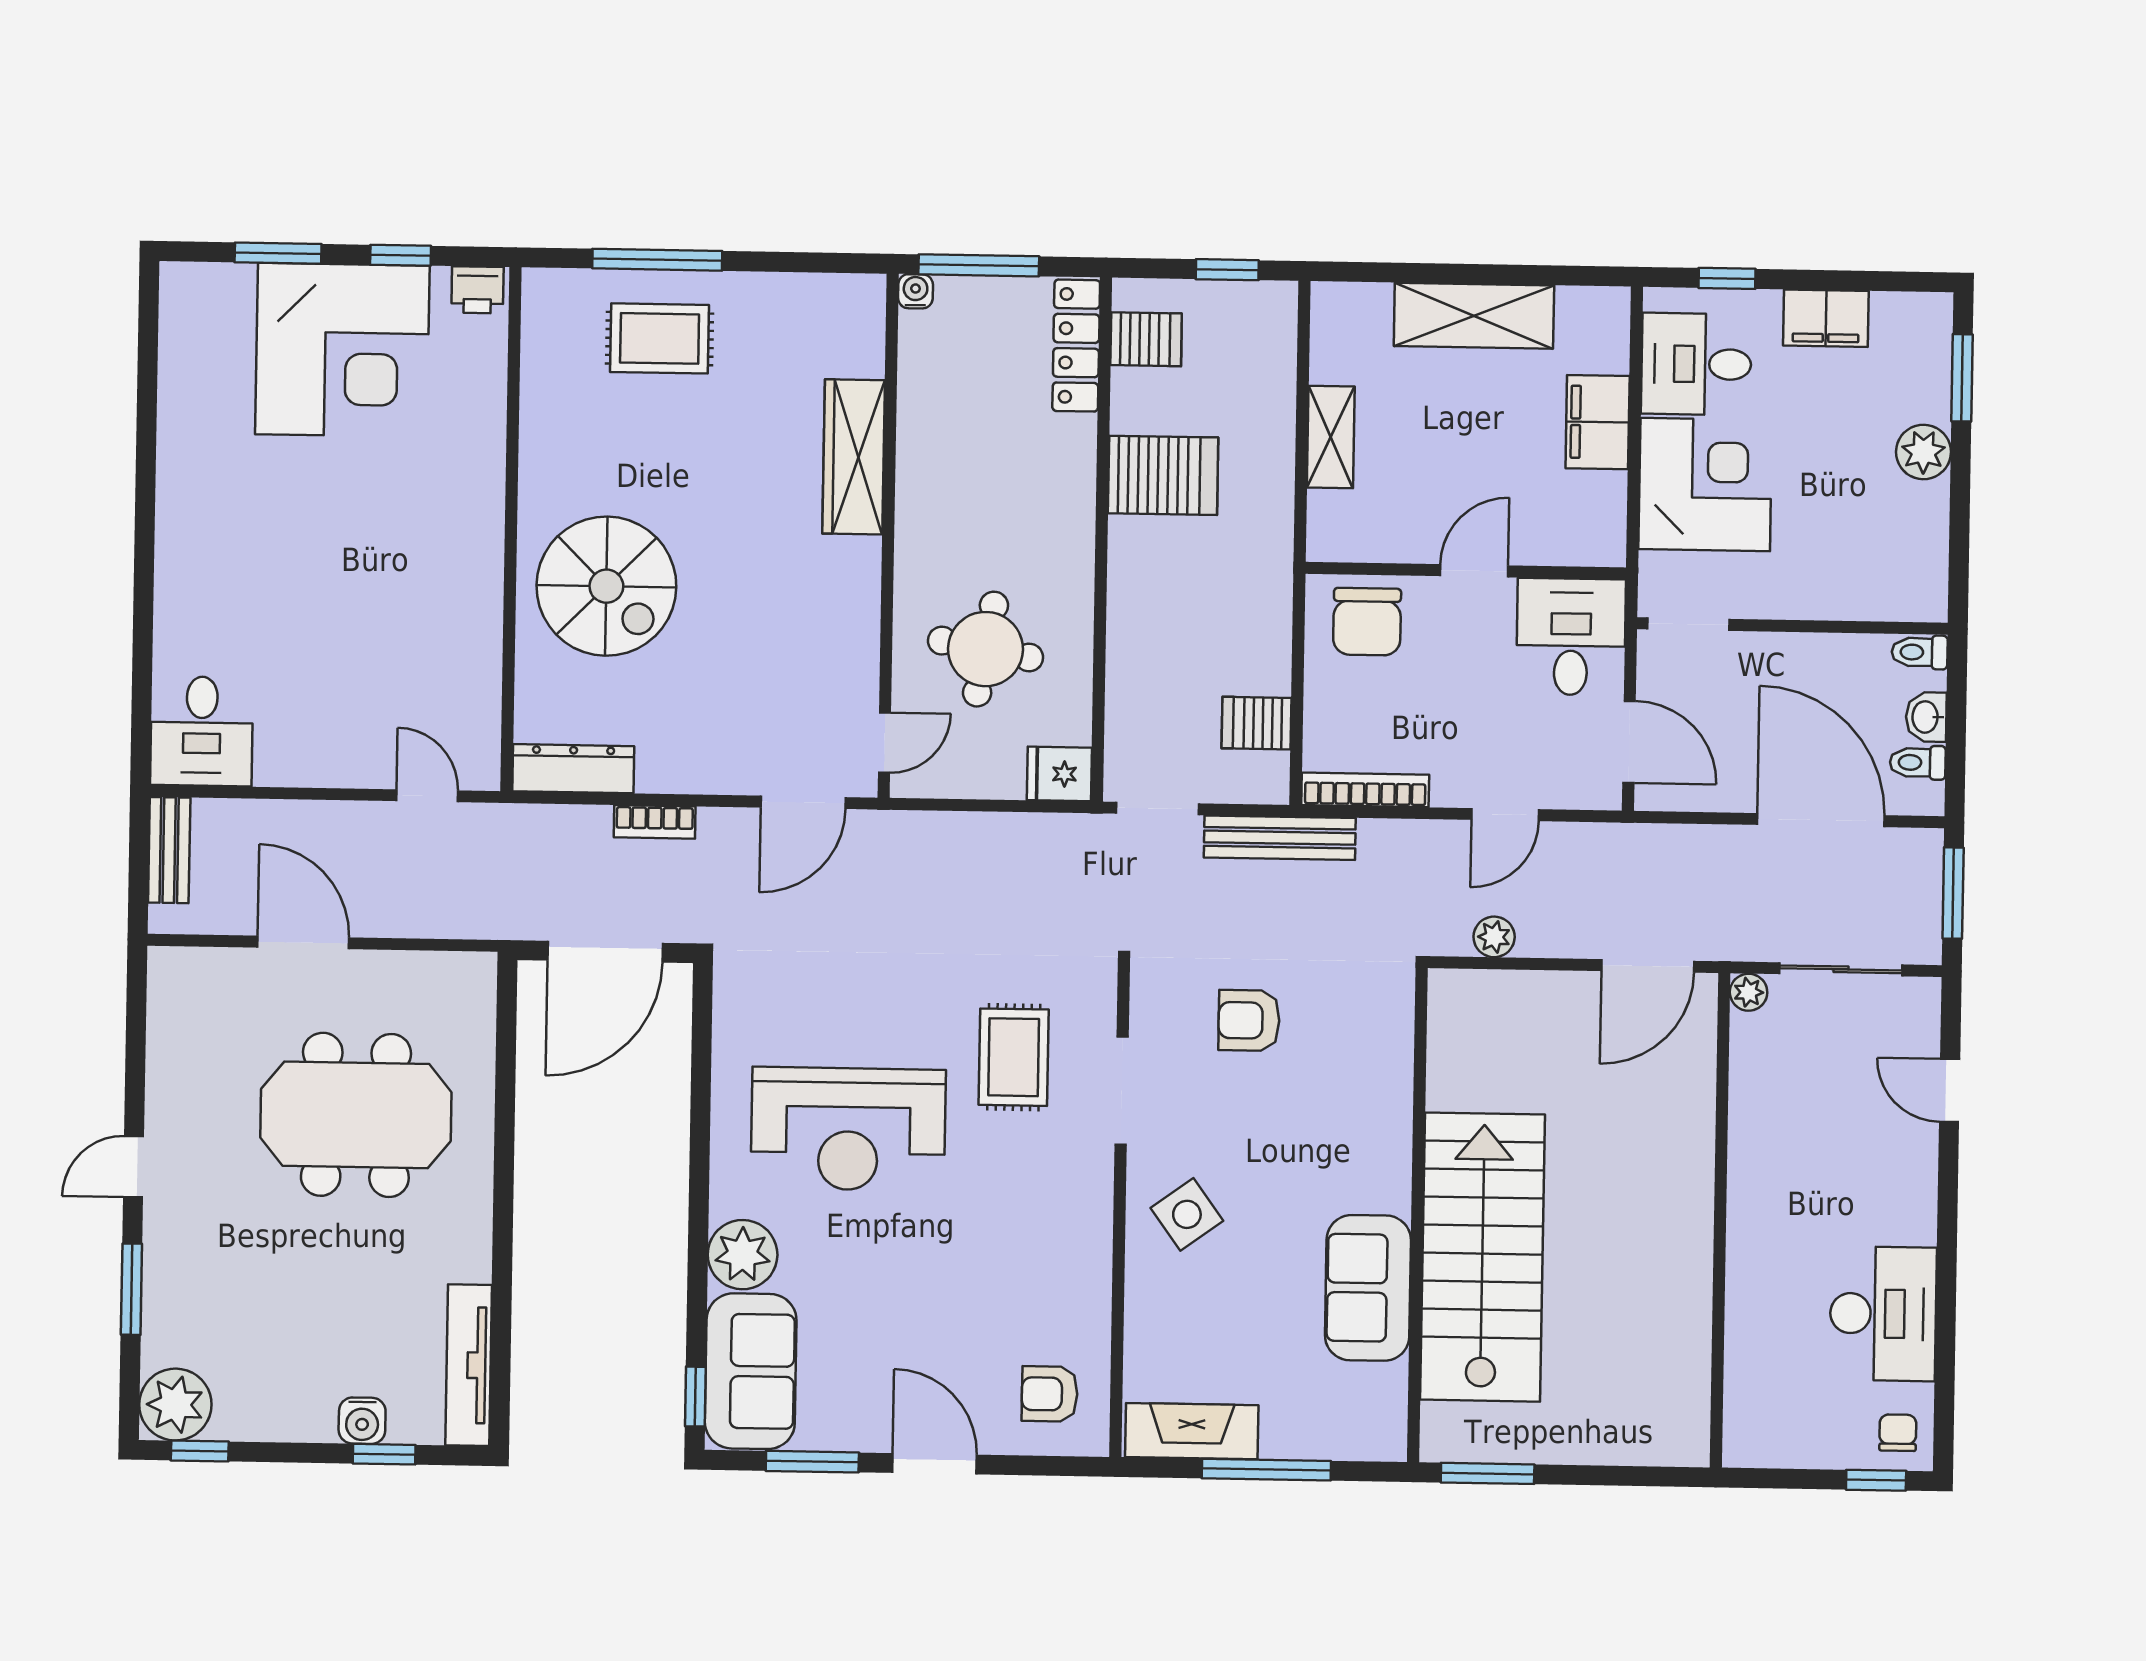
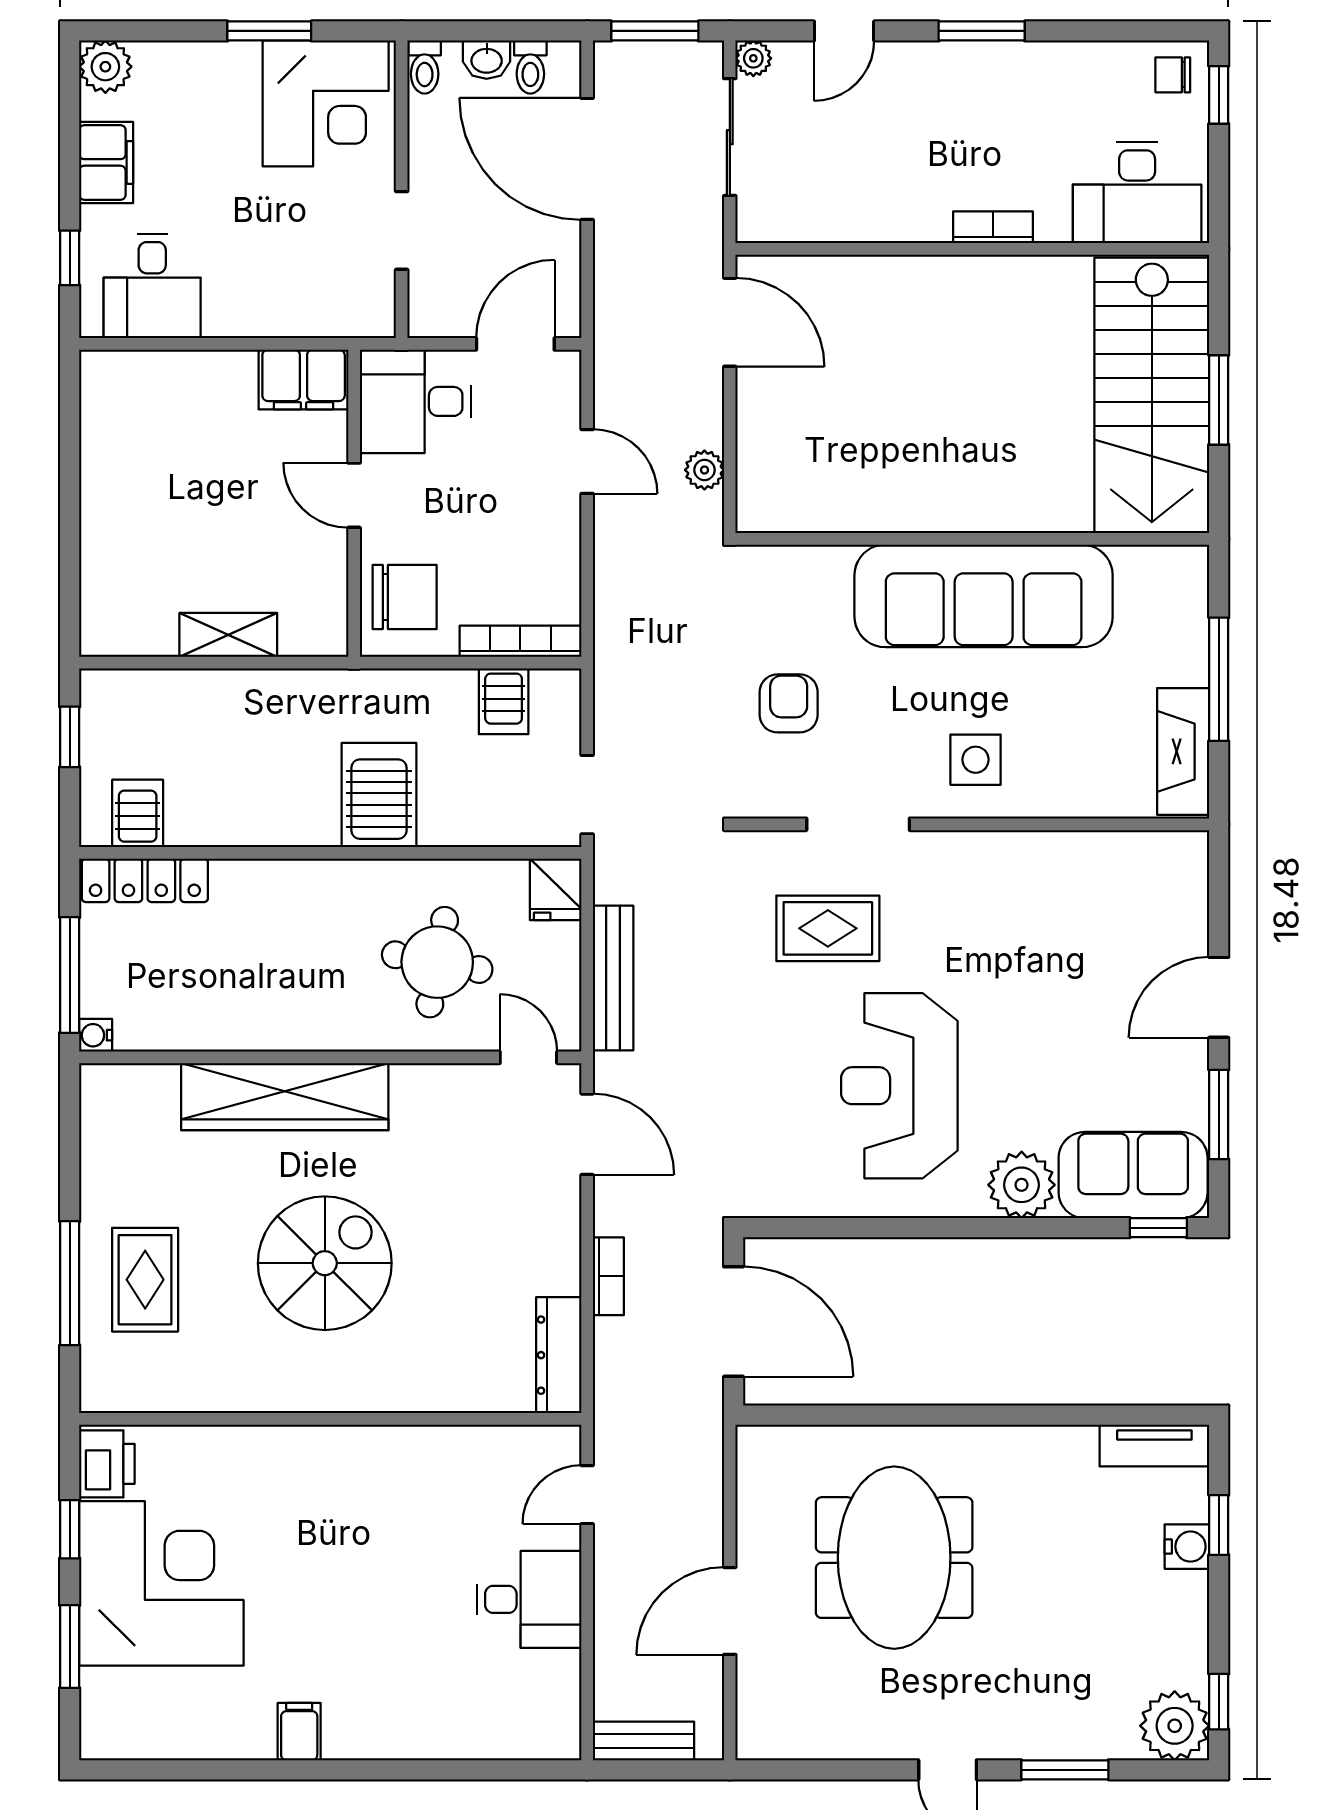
printer: (477, 290) -> (107, 1464), width x1.36, depth x1.24
shelving: (1474, 316) -> (110, 500), removed
window: (1962, 378) -> (269, 31), moved
filing cabinet: (1598, 422) -> (304, 380), moved
plant: (1923, 452) -> (105, 67), moved
wardrobe: (854, 457) -> (285, 1097), width x1.40, depth x1.17
server rack: (1163, 475) -> (379, 795), moved
corner desk: (1705, 484) -> (326, 103), moved, turned 180
filing cabinet: (185, 491) -> (299, 1732), added
spiral stairs: (606, 586) -> (325, 1263), moved
doorway: (1688, 624) -> (402, 230), moved
desk: (202, 731) -> (529, 1599), moved
bookcase: (1365, 790) -> (520, 641), moved, turned 90
door: (1821, 820) -> (587, 159), hinge flipped
bench: (1280, 838) -> (613, 978), moved
plant: (1749, 992) -> (753, 58), moved
armchair: (1249, 1020) -> (789, 703), turned 180
reception desk: (848, 1129) -> (899, 1086), turned 180
side table: (1187, 1214) -> (976, 760), turned 36
window: (1947, 1234) -> (982, 31), added
bookcase: (1742, 1242) -> (993, 227), added
stairs: (1482, 1257) -> (1152, 395), moved, turned -90
sofa: (1368, 1288) -> (984, 596), width x1.85, depth x1.27
desk: (1883, 1314) -> (1137, 193), moved, turned 180
tv unit: (469, 1365) -> (1154, 1445), width x0.71
armchair: (1050, 1394) -> (1150, 888), removed
window: (1488, 1473) -> (1219, 400), moved

